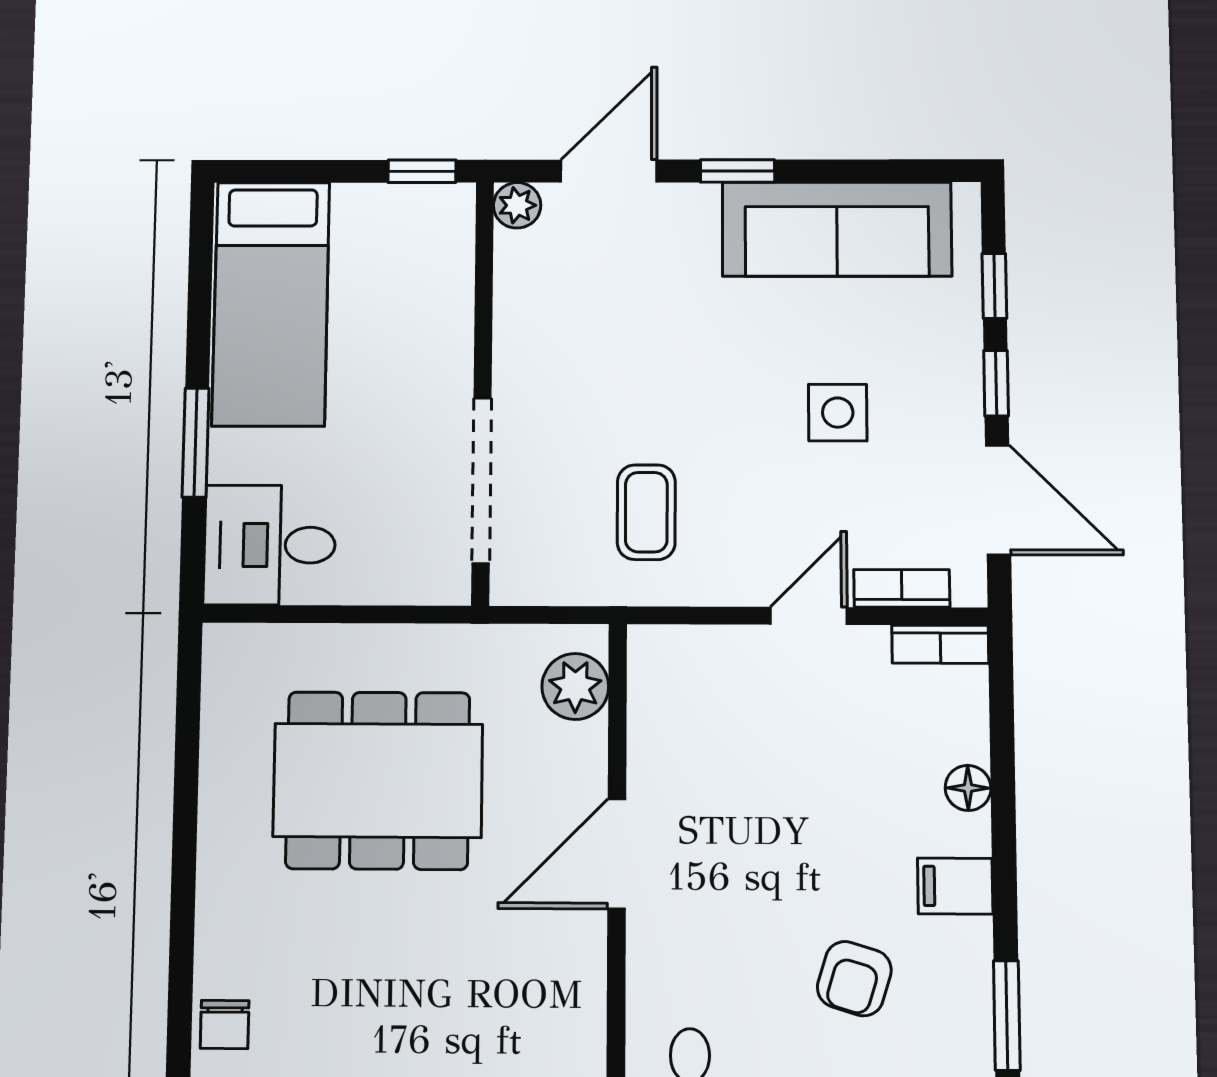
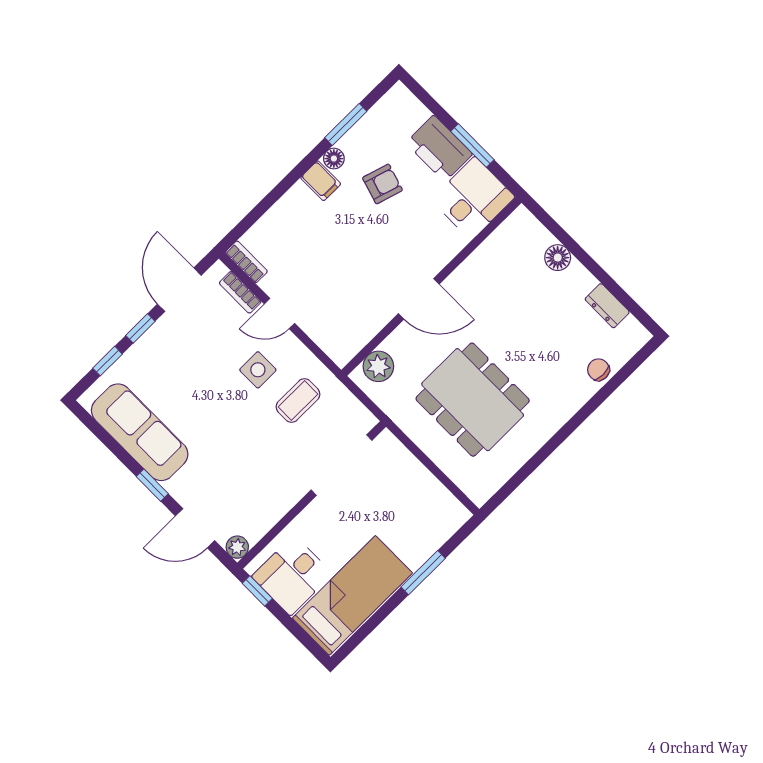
side table: (838, 413) -> (258, 370), moved
desk: (270, 545) -> (292, 575), moved, turned 90
floor lamp: (968, 788) -> (334, 159), moved
chair: (225, 1024) -> (598, 370), turned -90

